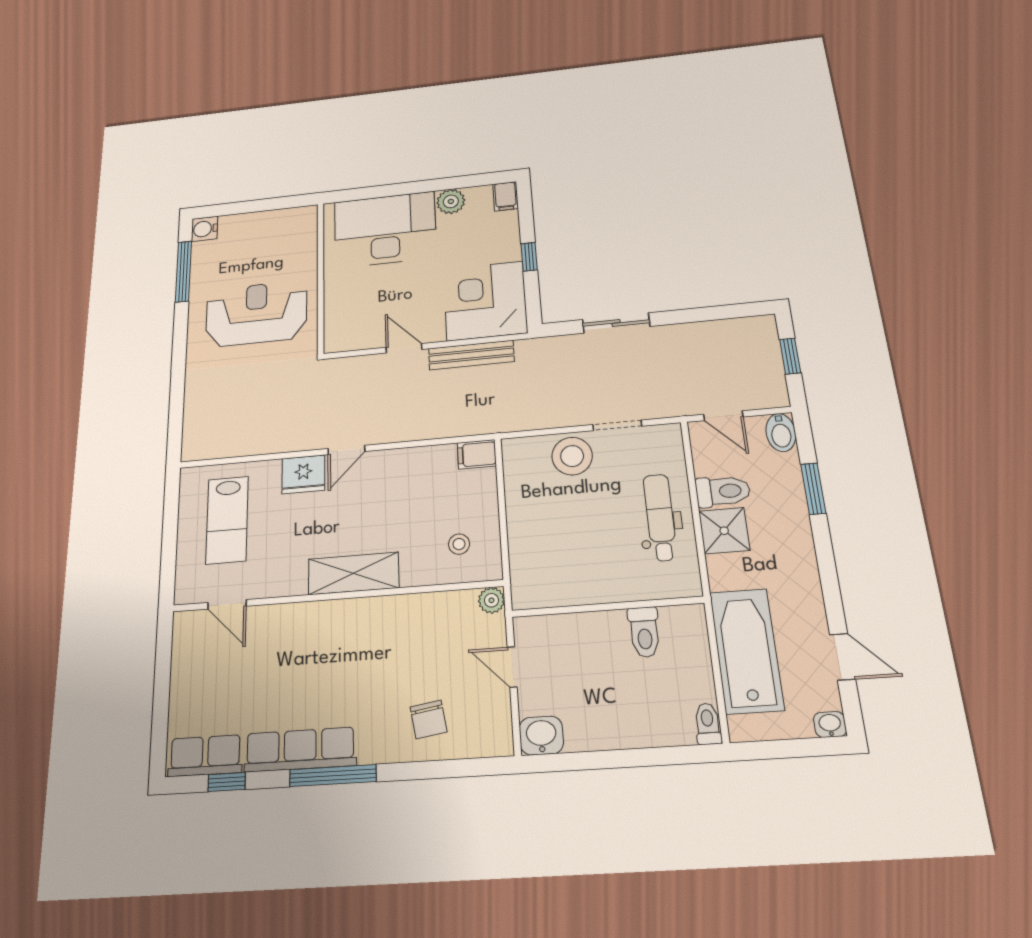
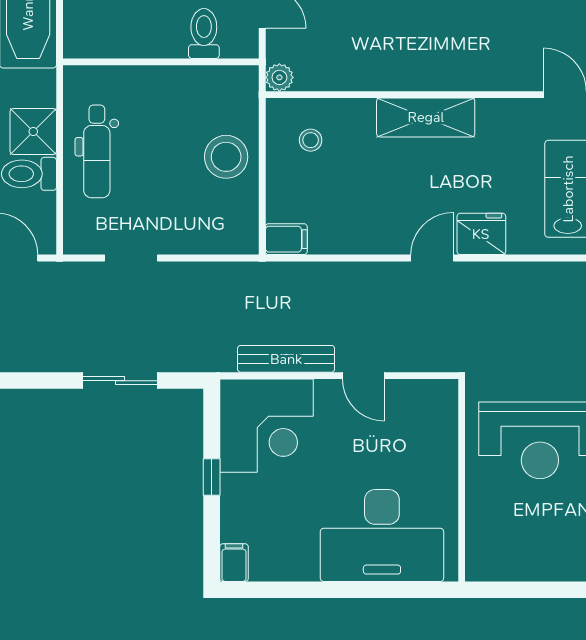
plant: (451, 201) -> (300, 564), removed
stool: (572, 456) -> (226, 157), moved
toilet: (644, 632) -> (204, 34), moved

